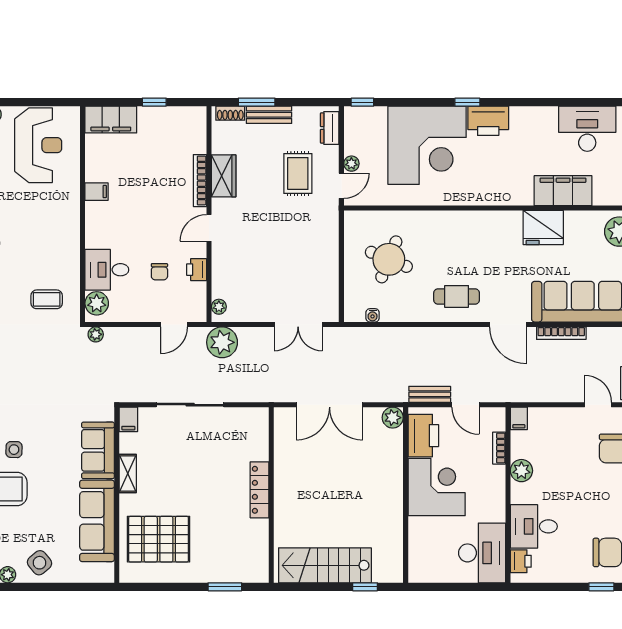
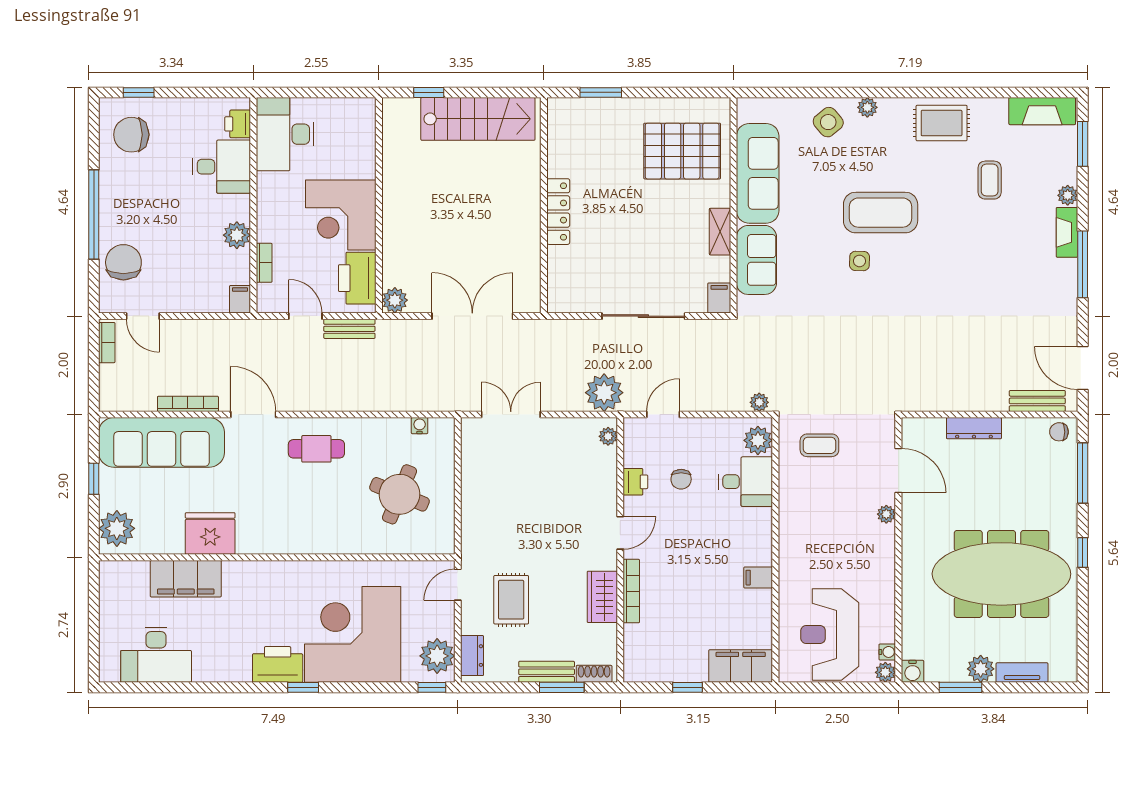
plant: (351, 164) -> (437, 656), moved, width x1.87, depth x1.87
chair: (159, 272) -> (681, 479), turned 180

